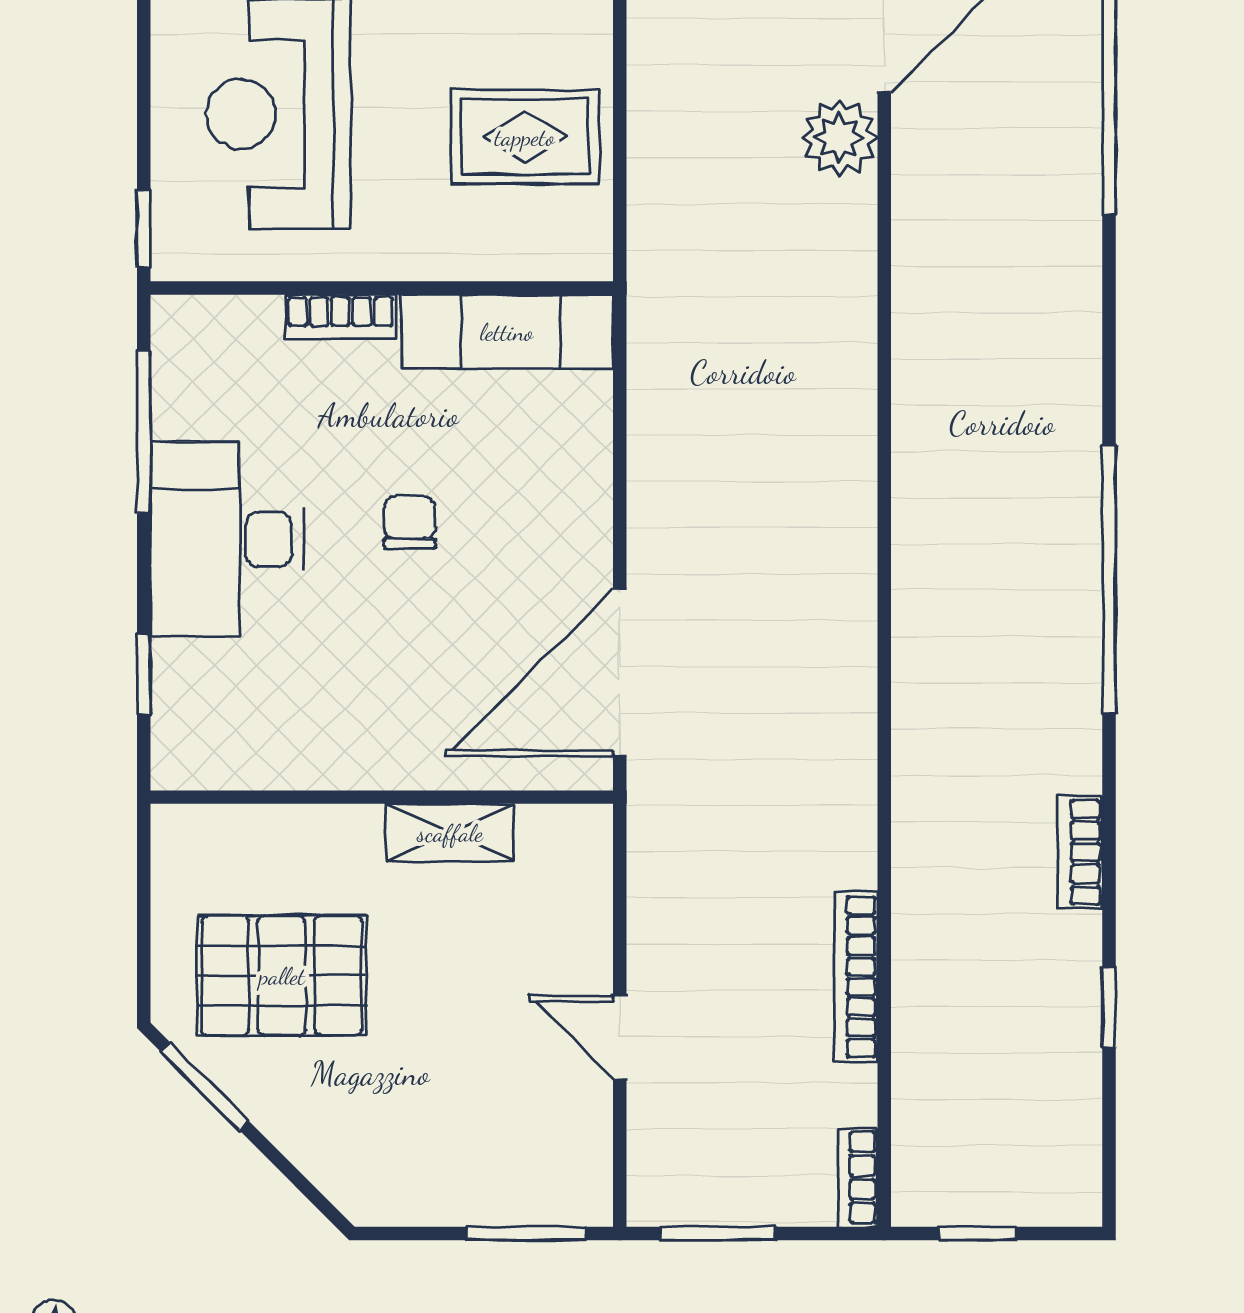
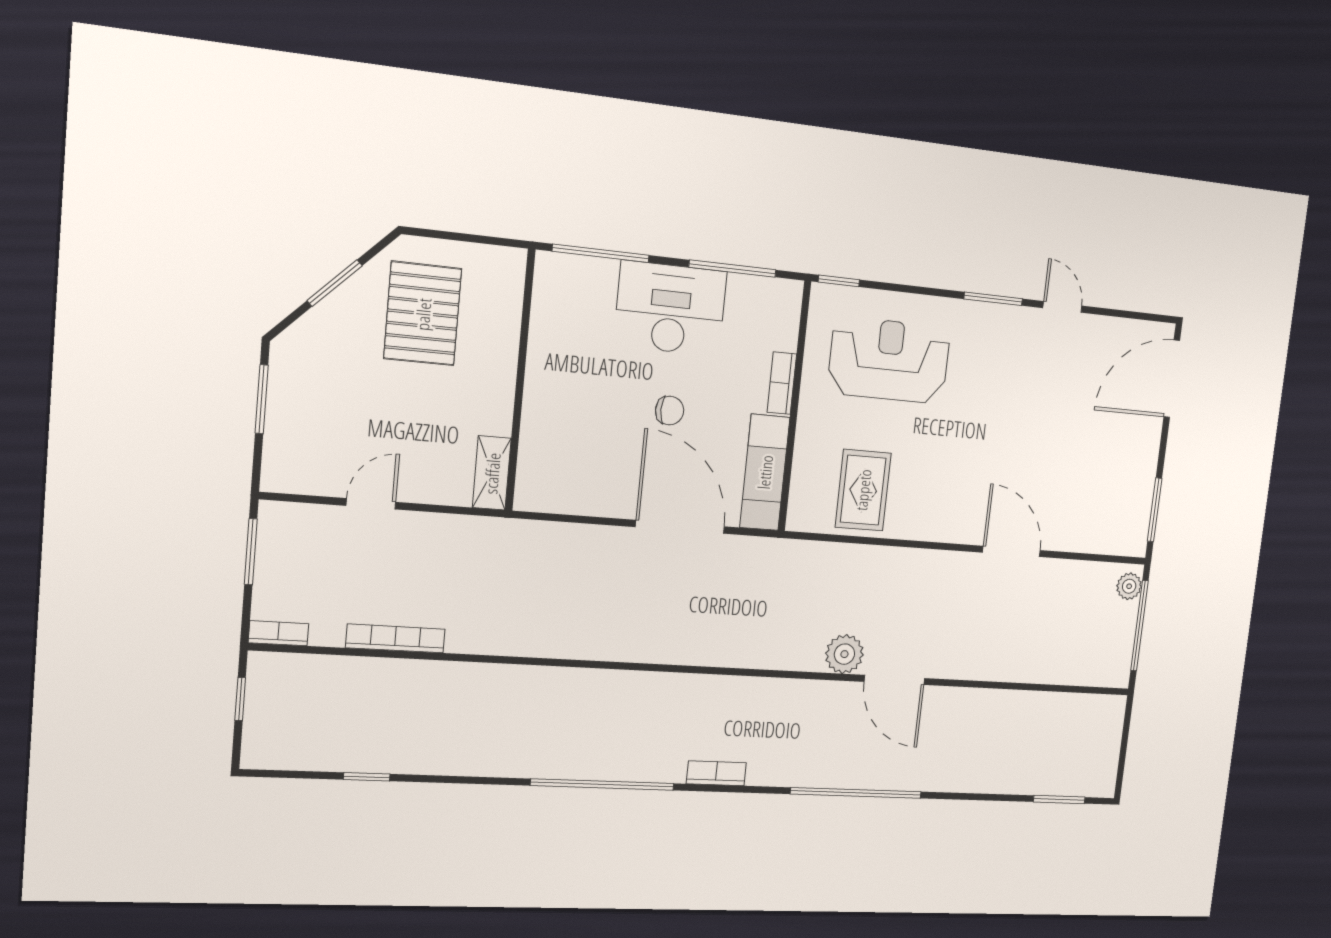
door: (620, 673) -> (680, 527), moved
window: (144, 674) -> (601, 253), width x2.17
shelving: (450, 833) -> (492, 473), moved
bookcase: (1080, 852) -> (716, 773), moved
window: (205, 1087) -> (335, 283), moved
window: (526, 1234) -> (262, 399), moved

